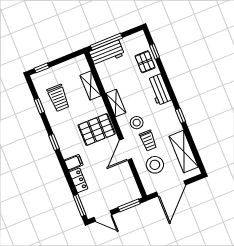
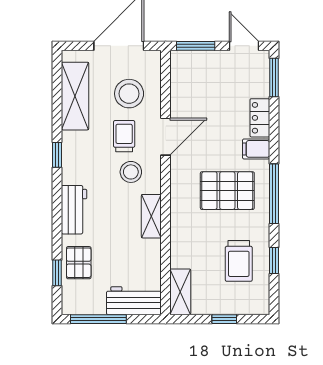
window: (106, 42) -> (98, 319), moved
window: (42, 68) -> (224, 319), moved
shelving: (90, 86) -> (180, 292), moved
trolley: (58, 98) -> (239, 261), turned 180
pallet: (97, 130) -> (227, 191), moved
window: (54, 142) -> (274, 194), width x2.17

